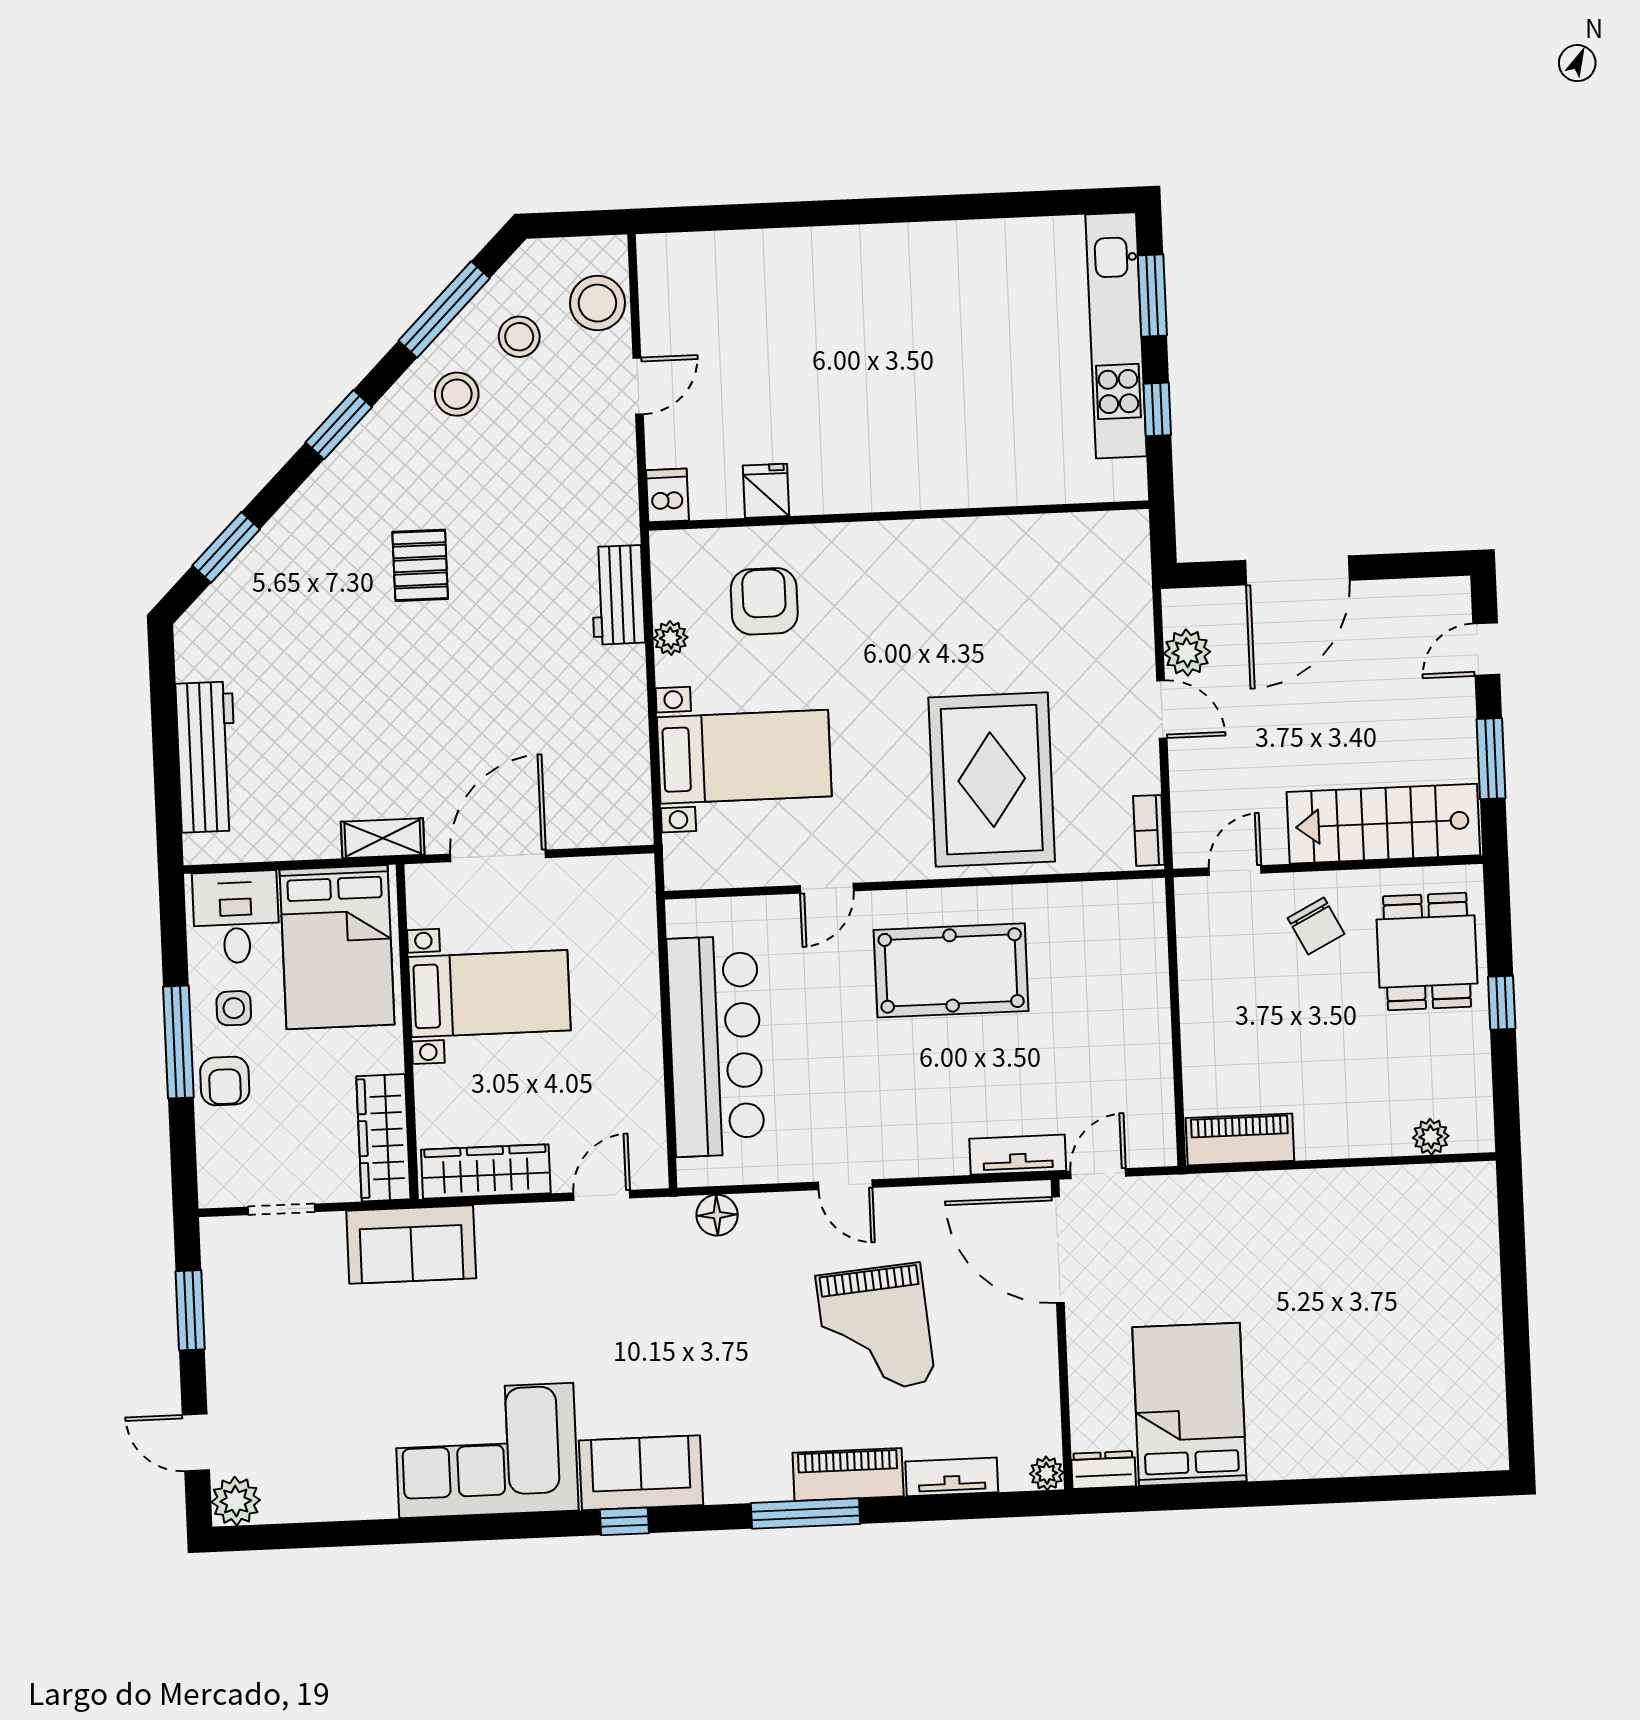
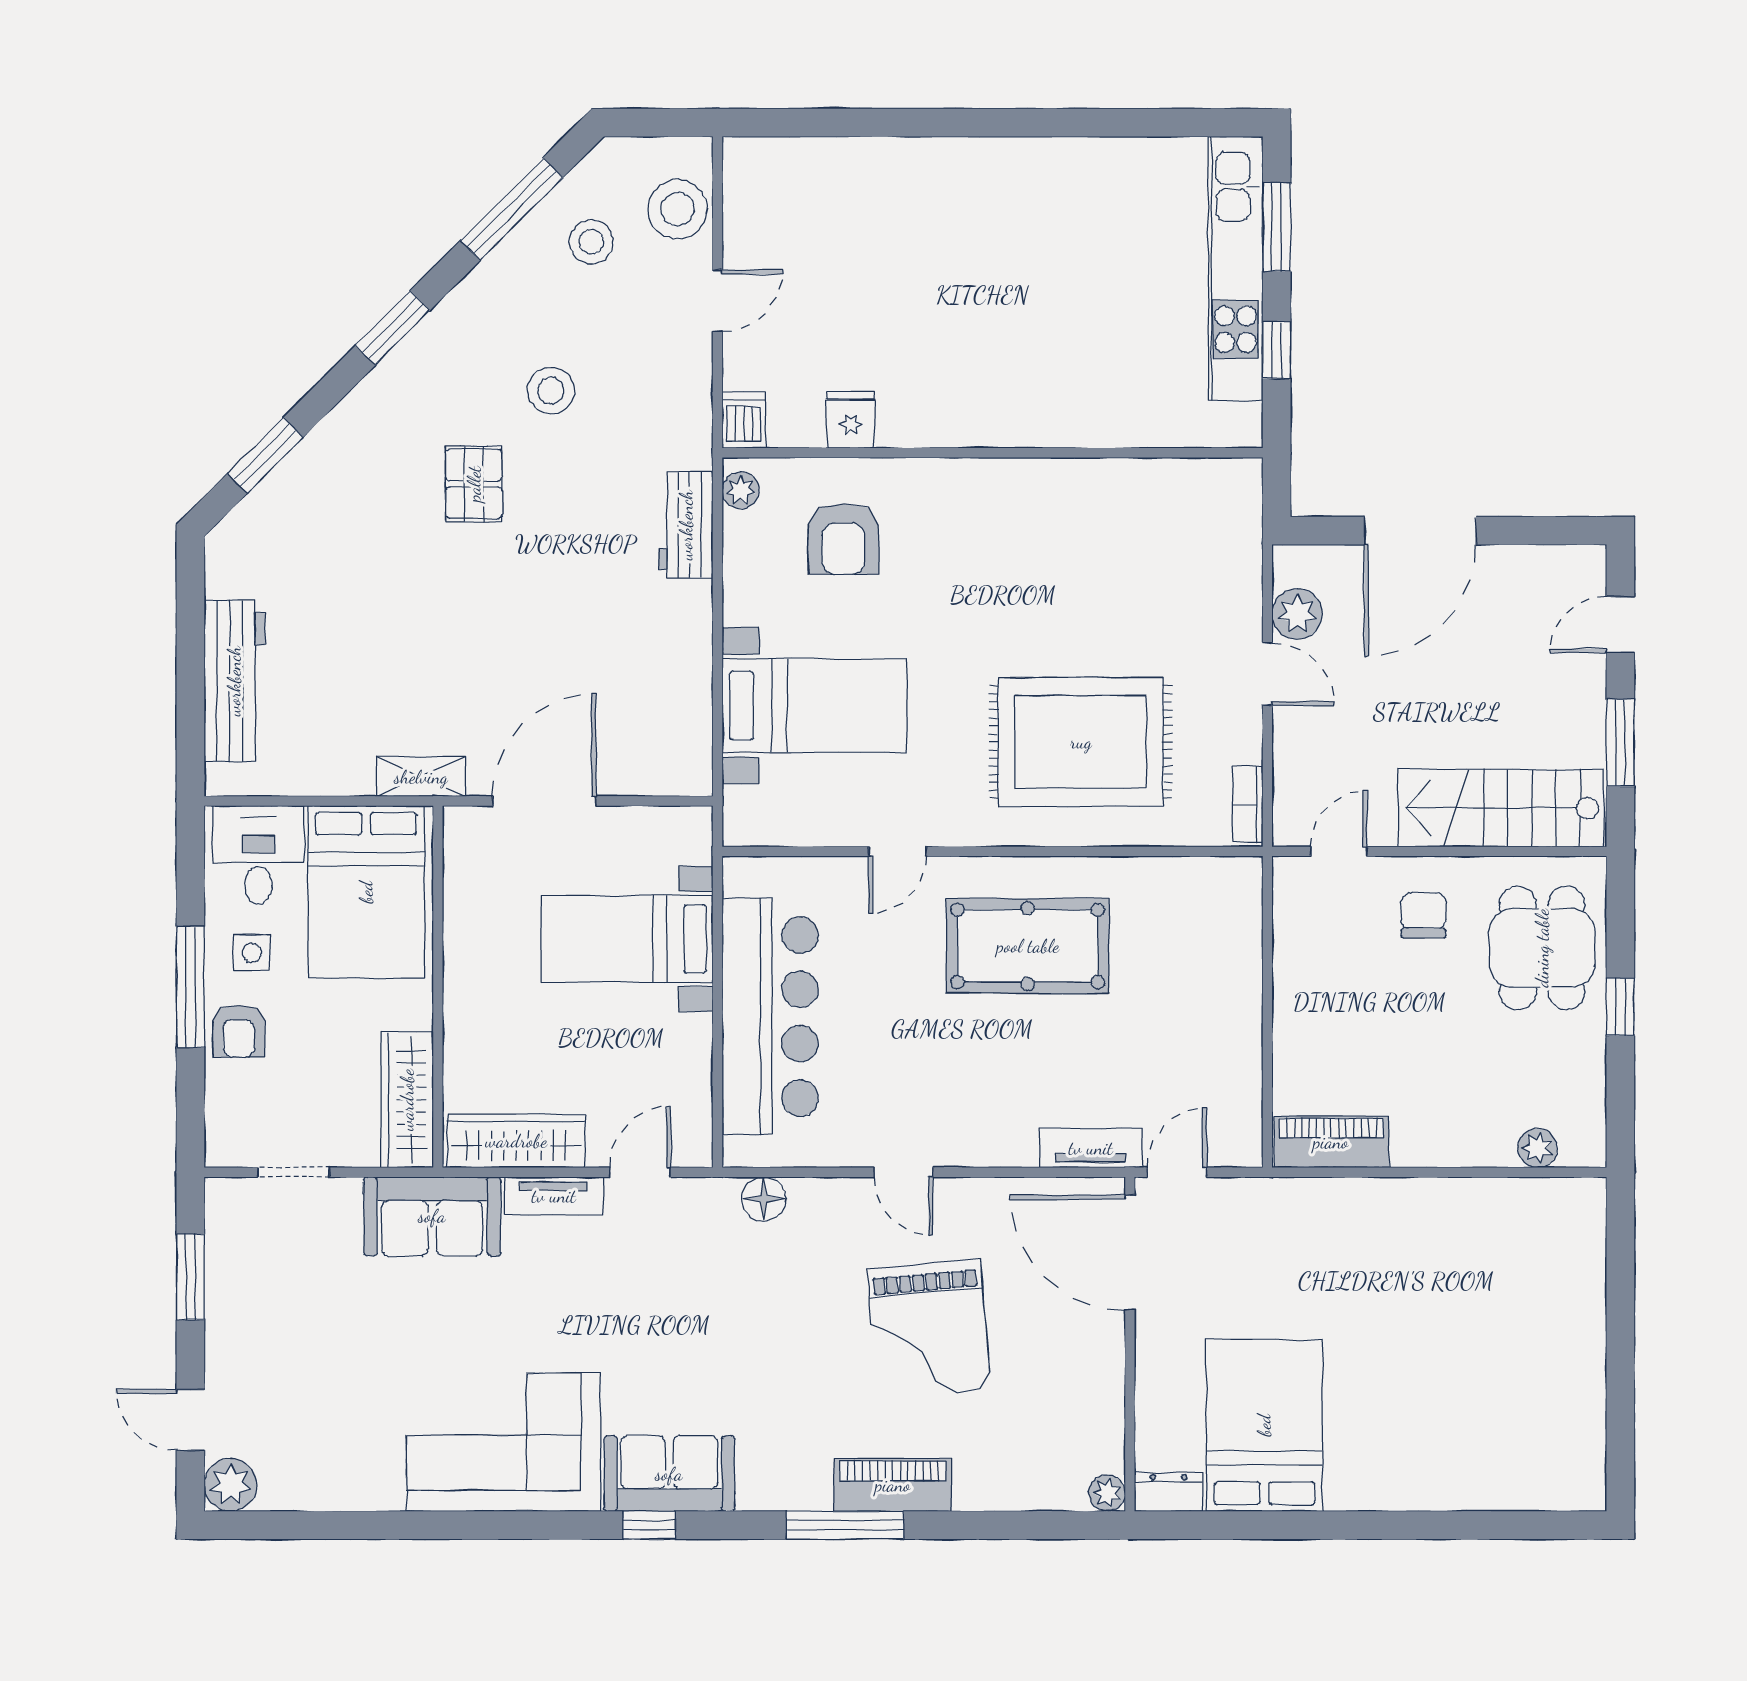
stool: (457, 394) -> (551, 391), moved
armchair: (764, 601) -> (843, 539), turned 180
plant: (671, 638) -> (741, 490), moved
rug: (992, 780) -> (1081, 742), turned 90
chair: (1316, 926) -> (1424, 915), turned -153
bed with nightstands: (489, 994) -> (627, 939), moved, turned 180
tv unit: (952, 1477) -> (554, 1196), moved, turned 180

